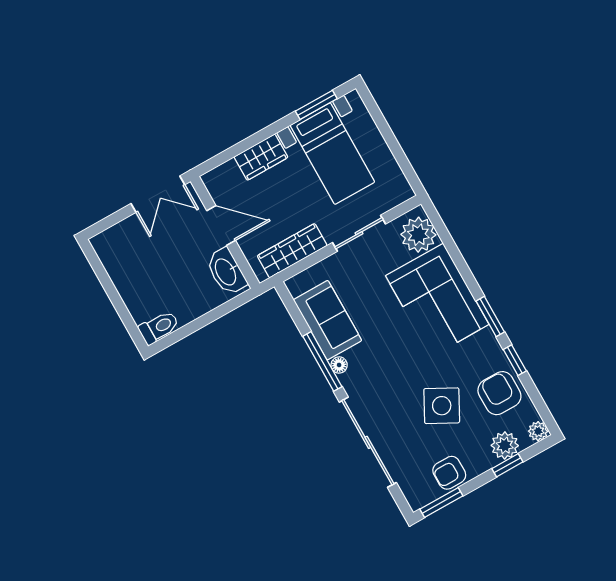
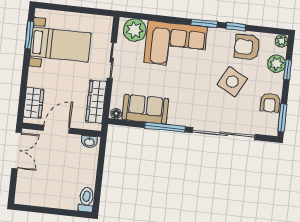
wardrobe: (261, 157) -> (34, 103), moved
washbasin: (226, 272) -> (89, 142), width x0.52, depth x0.69
floor lamp: (339, 365) -> (116, 114), moved

